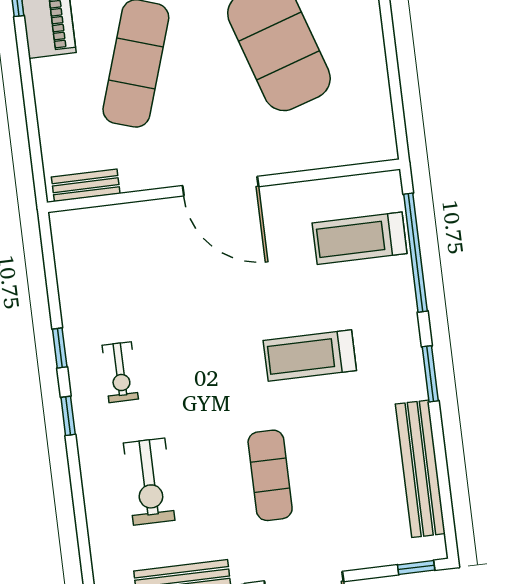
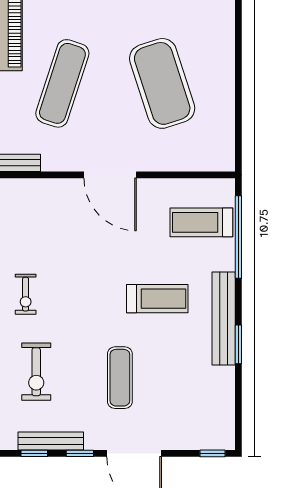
treadmill: (310, 355) -> (157, 299), turned 180
window: (430, 374) -> (238, 344), moved
bench: (420, 469) -> (224, 319), moved

